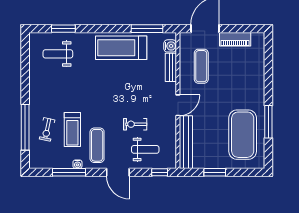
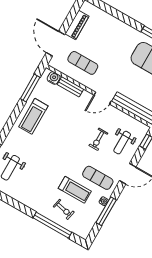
treadmill: (121, 48) -> (33, 116), width x0.73, depth x0.73
door: (178, 105) -> (103, 98), swing flipped
weight bench: (145, 149) -> (122, 143), turned 180

